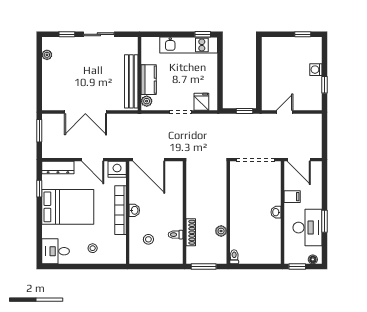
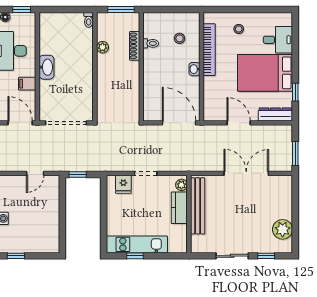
window: (203, 34) -> (135, 256), moved
plant: (47, 55) -> (283, 229), width x1.88, depth x1.88
nightstand: (117, 169) -> (213, 113), removed
bookcase: (120, 210) -> (209, 50), moved
washbasin: (276, 212) -> (46, 67), width x1.91, depth x1.45
desk: (56, 251) -> (278, 40), moved

